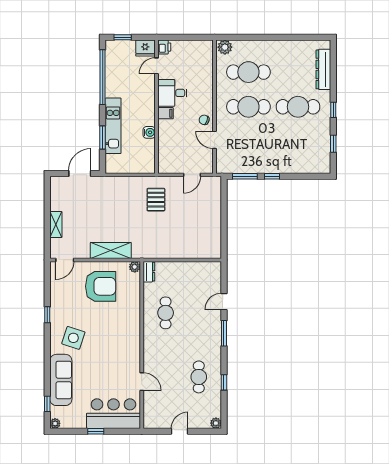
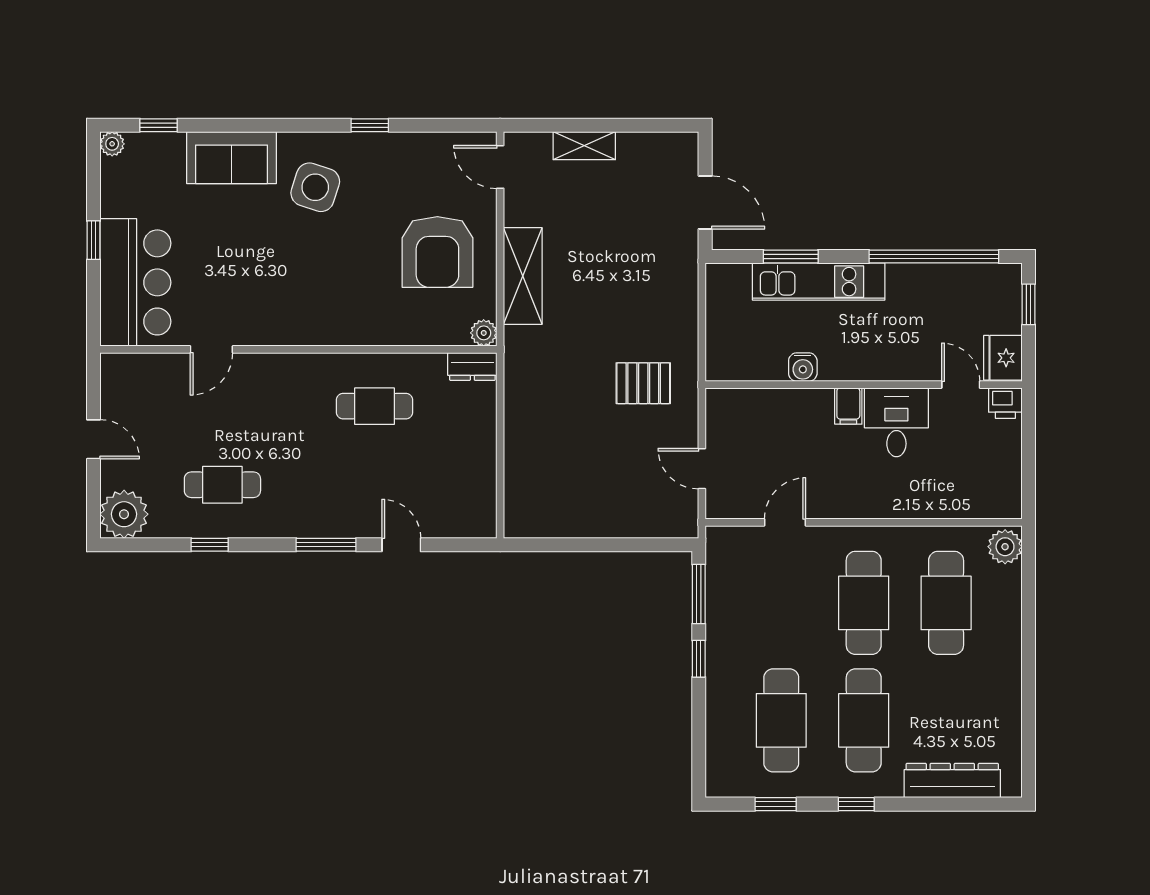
chair: (204, 120) -> (833, 498), removed
cafe table: (298, 141) -> (781, 720), added
sofa: (61, 380) -> (231, 158), width x0.73
plant: (216, 423) -> (124, 514), width x1.87, depth x1.87

